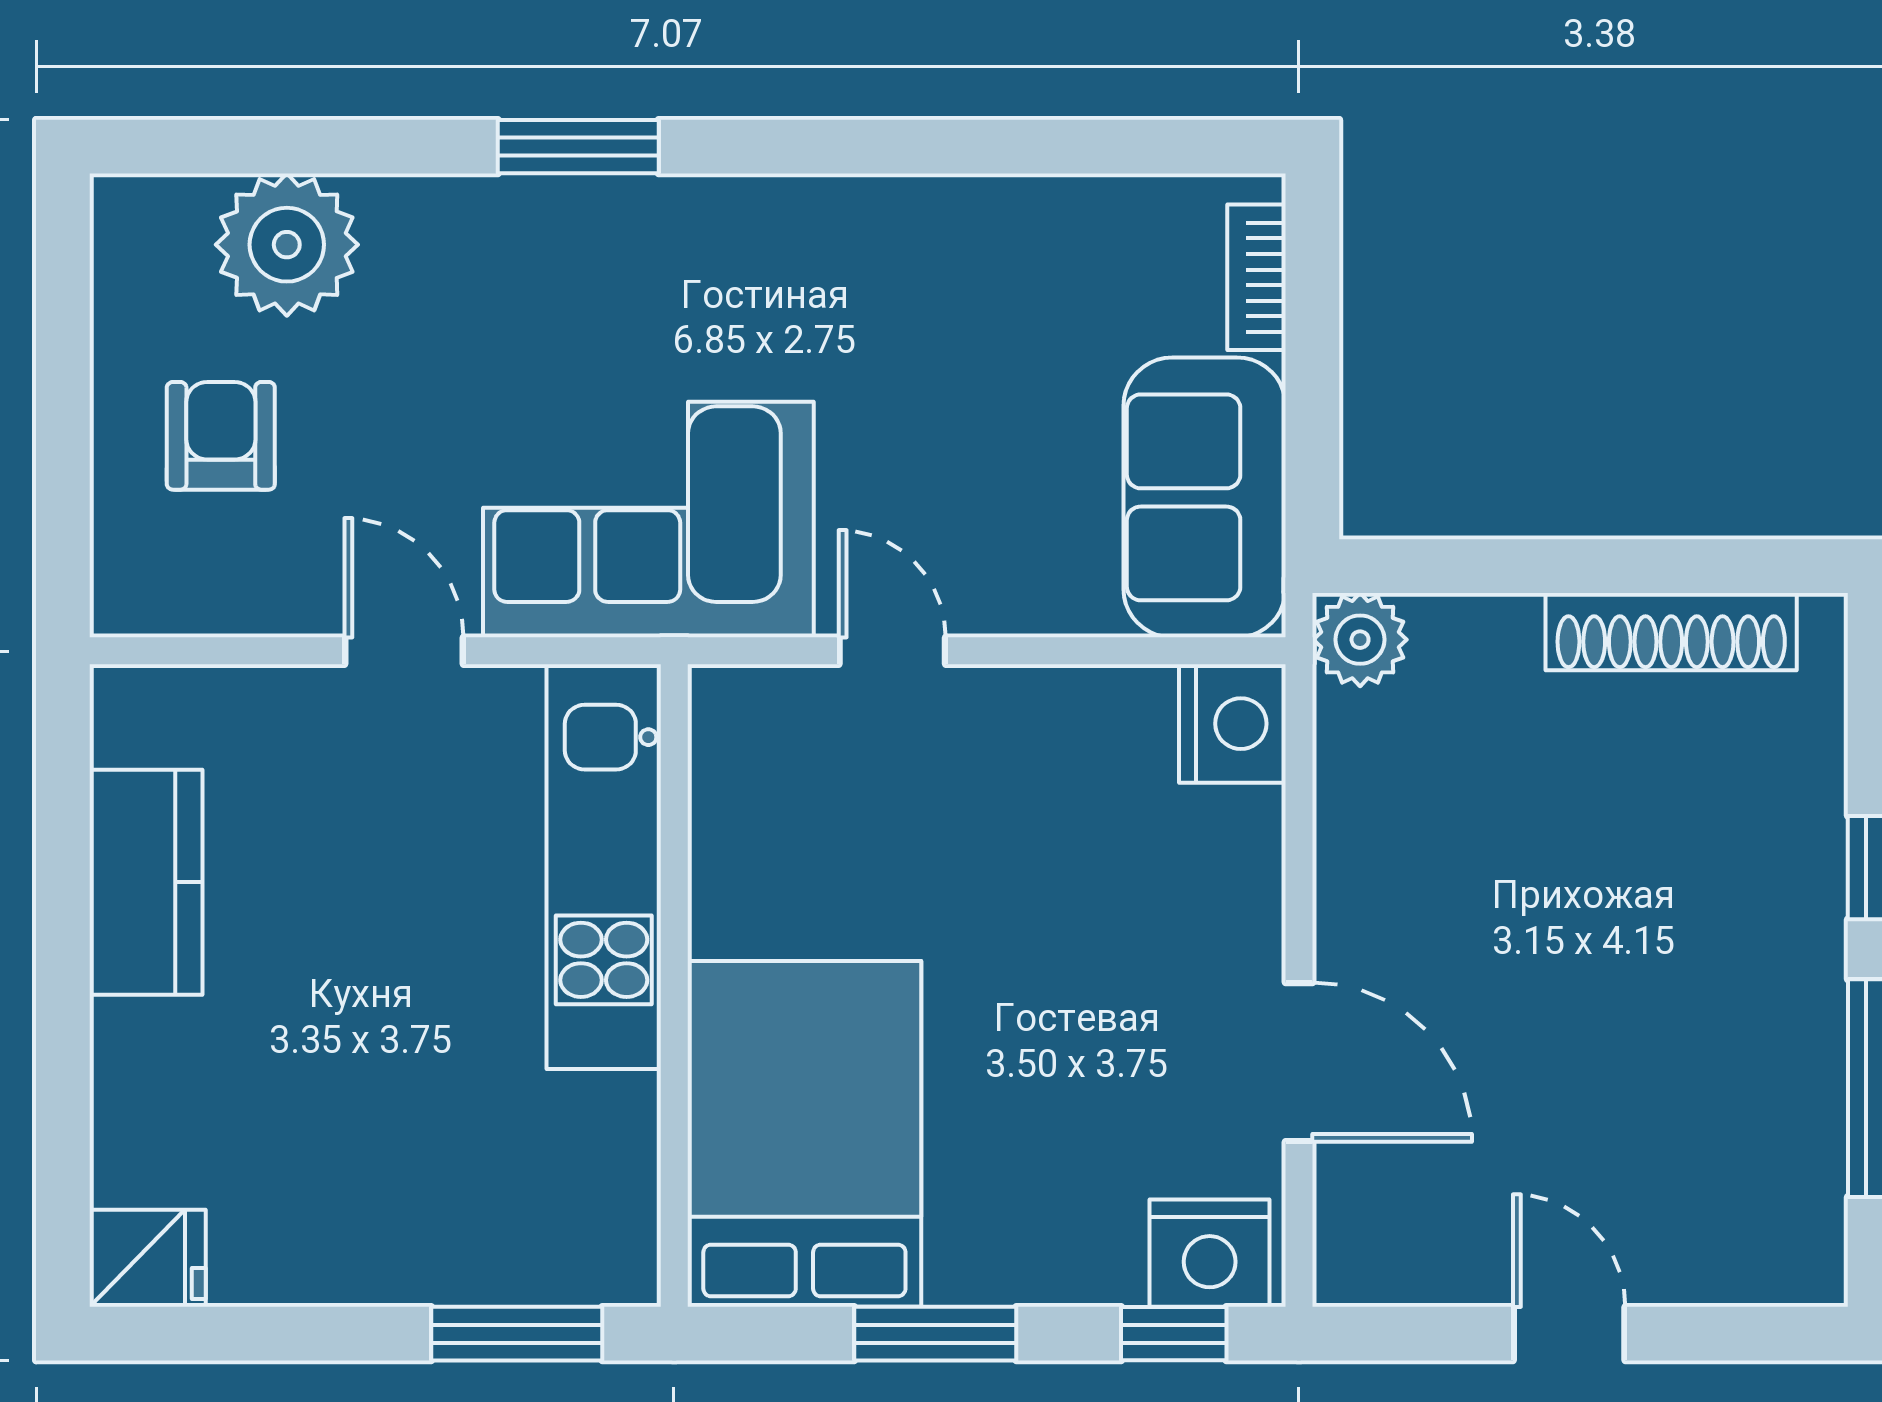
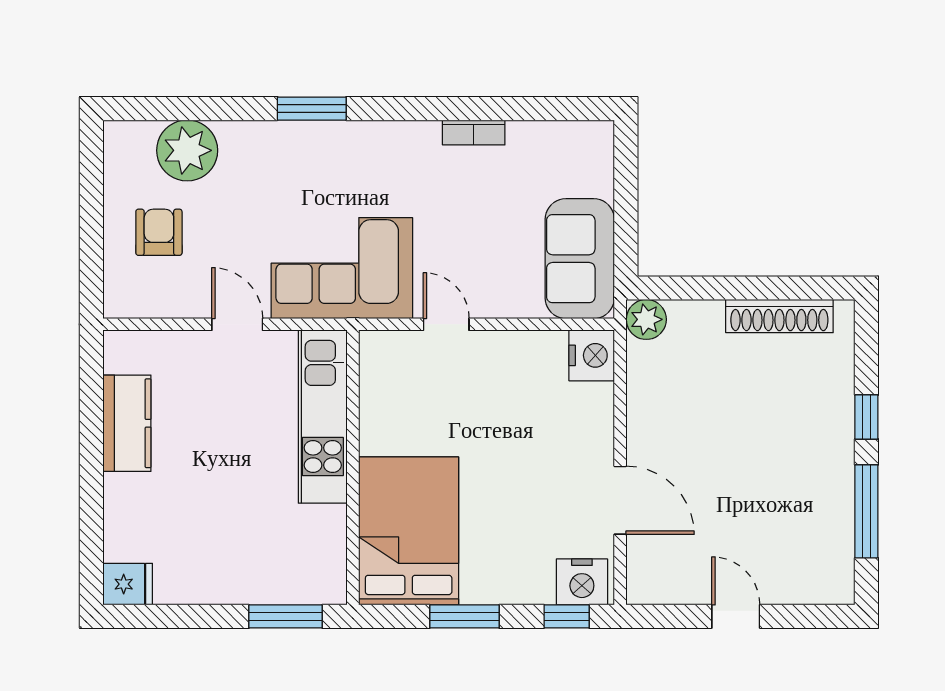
bookcase: (1256, 277) -> (474, 132), moved, turned -90

